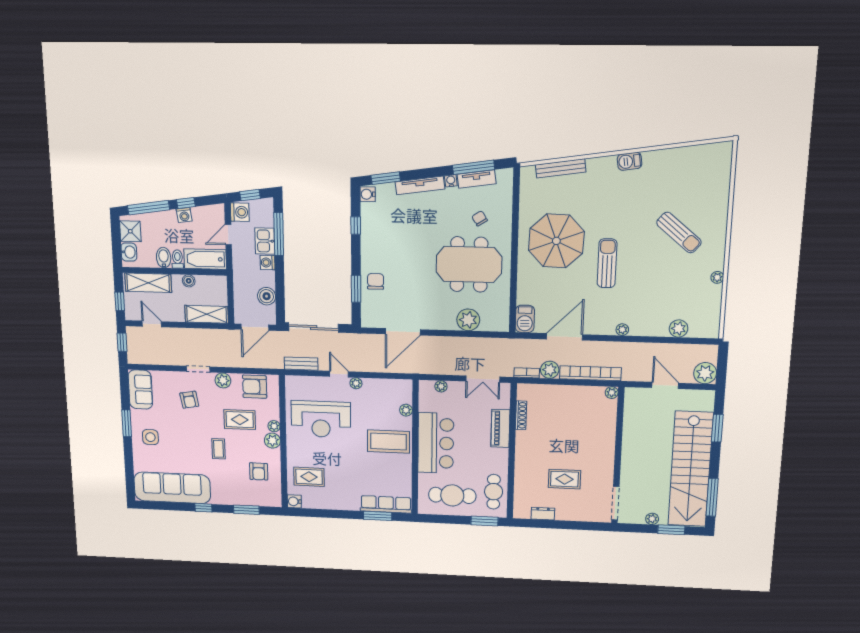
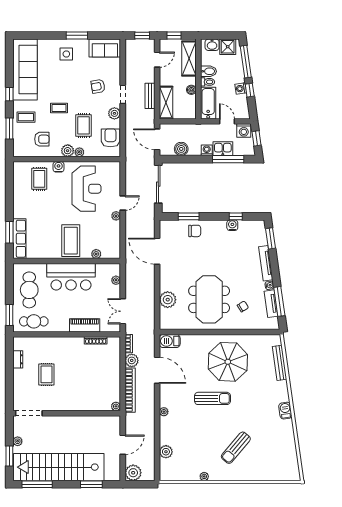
water cooler: (368, 194) -> (232, 225), moved
bench: (301, 364) -> (150, 96), moved
reception desk: (321, 419) -> (86, 189), turned 180
armchair: (259, 471) -> (42, 139), turned 180
coffee table: (232, 489) -> (26, 117), added
water cooler: (294, 501) -> (59, 167), moved

